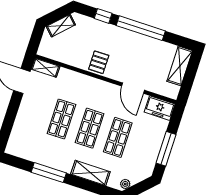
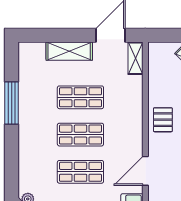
pallet: (99, 62) -> (163, 120), turned 90
shelving: (90, 173) -> (69, 51), moved, turned 90

